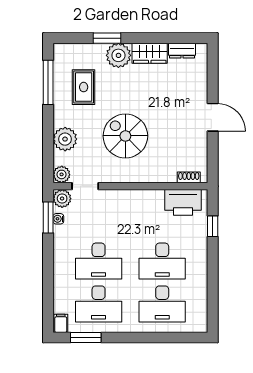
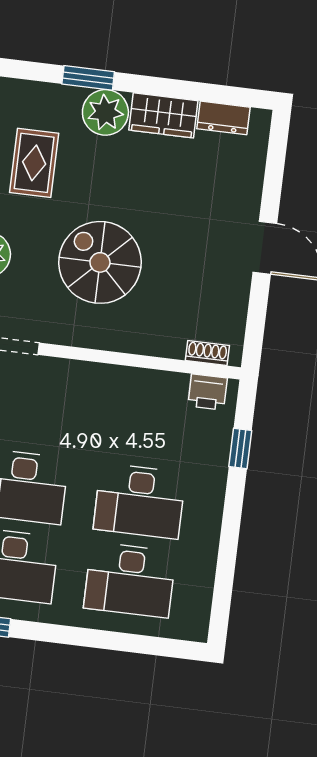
printer: (183, 202) -> (208, 392), width x0.53, depth x0.68

